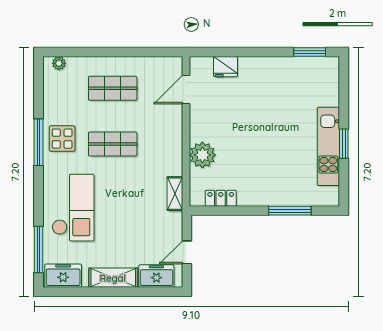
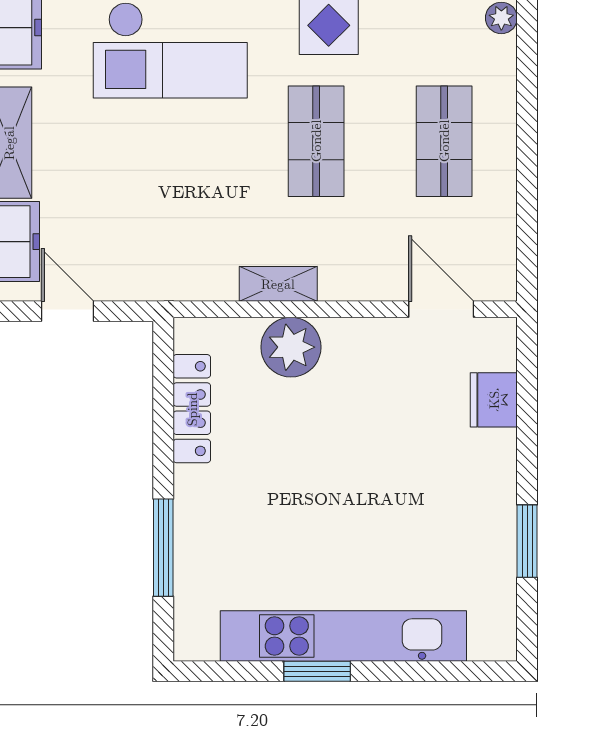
window: (310, 52) -> (527, 541), moved
kitchen unit: (328, 146) -> (343, 636), width x1.36
shelving: (175, 194) -> (278, 284), moved
locker: (221, 198) -> (192, 409), width x1.53

